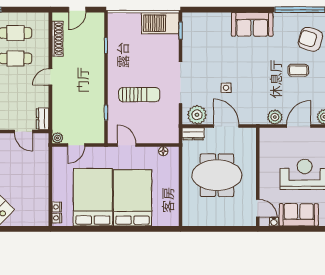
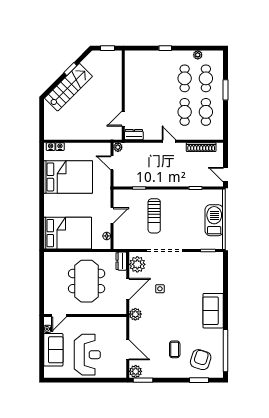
door: (77, 10) -> (226, 175), moved
barbecue: (160, 23) -> (214, 220), moved
plant: (275, 117) -> (135, 314), moved
door: (127, 145) -> (112, 215), moved
bed: (133, 198) -> (68, 233), moved

